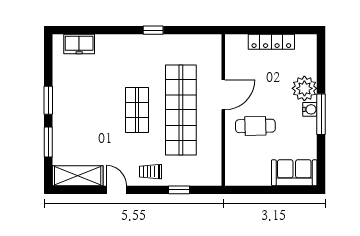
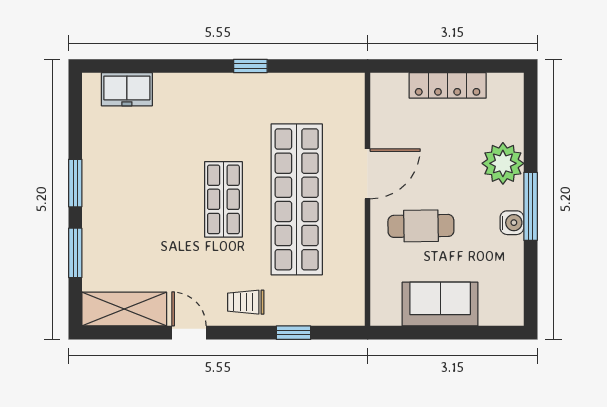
water cooler: (310, 109) -> (512, 223), moved
sofa: (294, 173) -> (440, 304), moved

